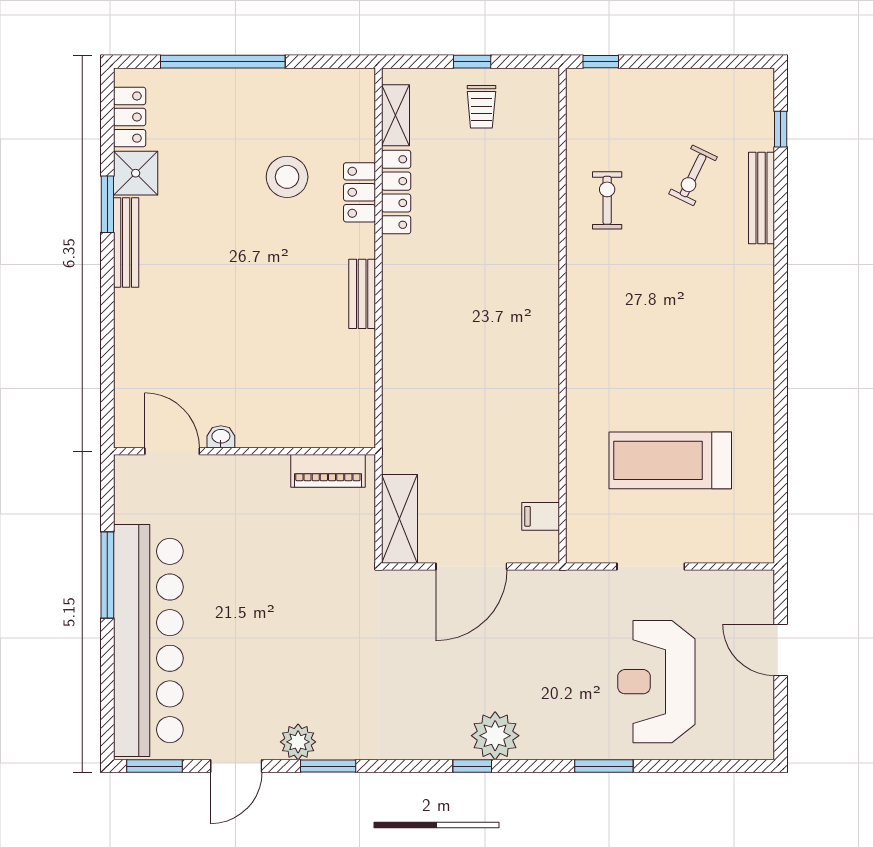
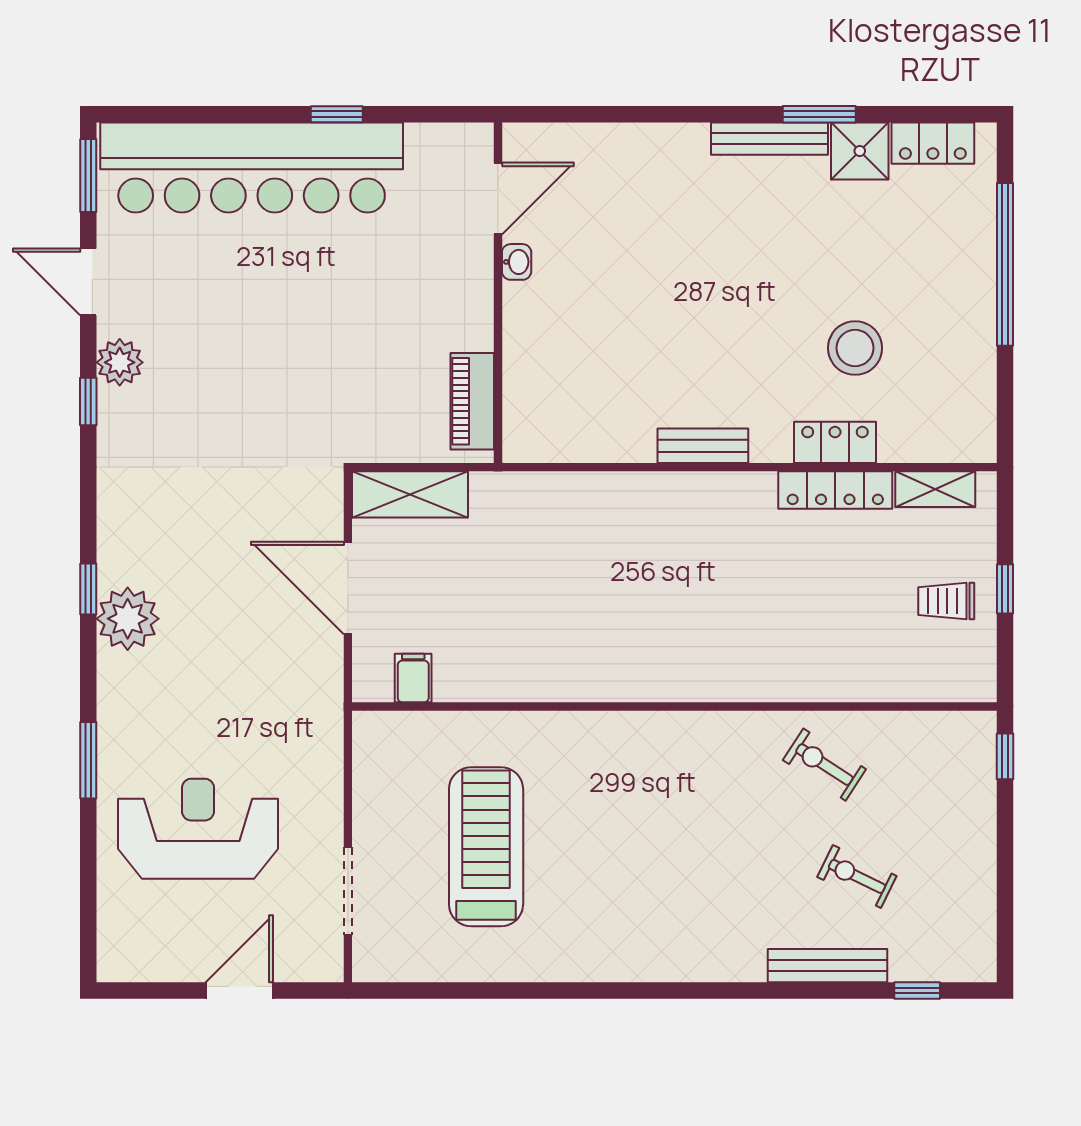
exercise bike: (607, 200) -> (824, 765), turned -147
doorway: (651, 567) -> (348, 891), moved
window: (107, 575) -> (337, 114), width x0.46
window: (328, 766) -> (88, 402), width x0.67

